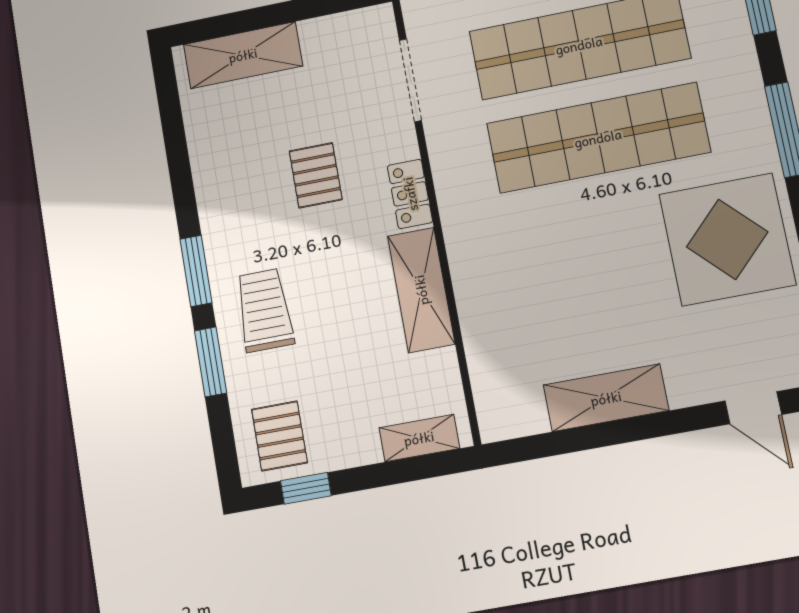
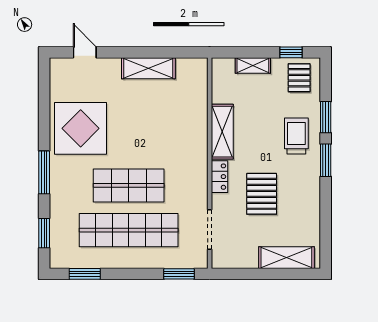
shop shelf: (598, 138) -> (129, 185), width x0.71
pallet: (316, 175) -> (262, 194), width x1.50, depth x1.42
trolley: (264, 310) -> (296, 136), turned 180
shelving: (419, 438) -> (253, 65), moved

